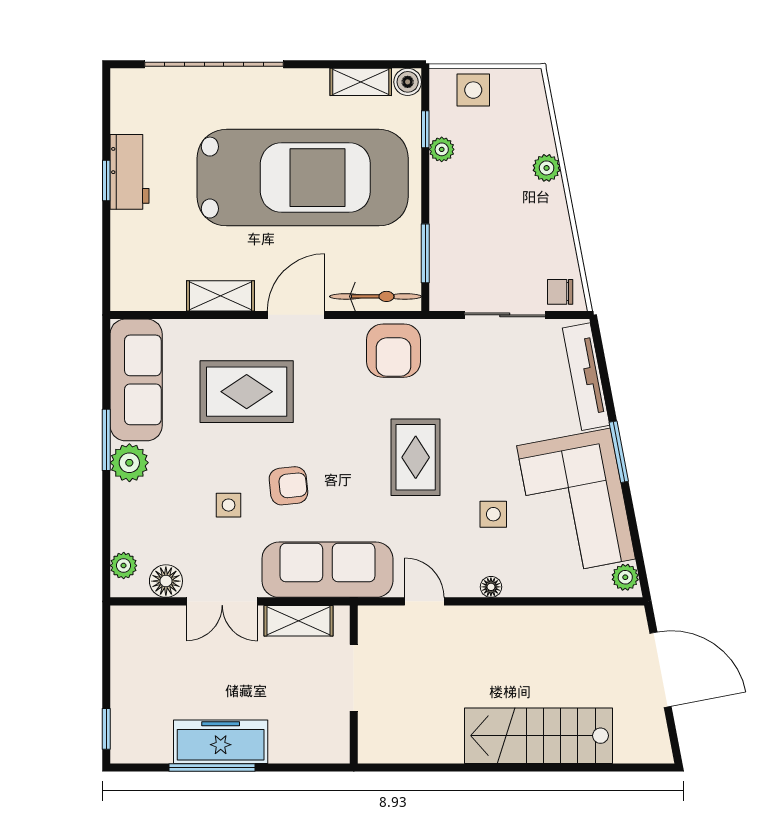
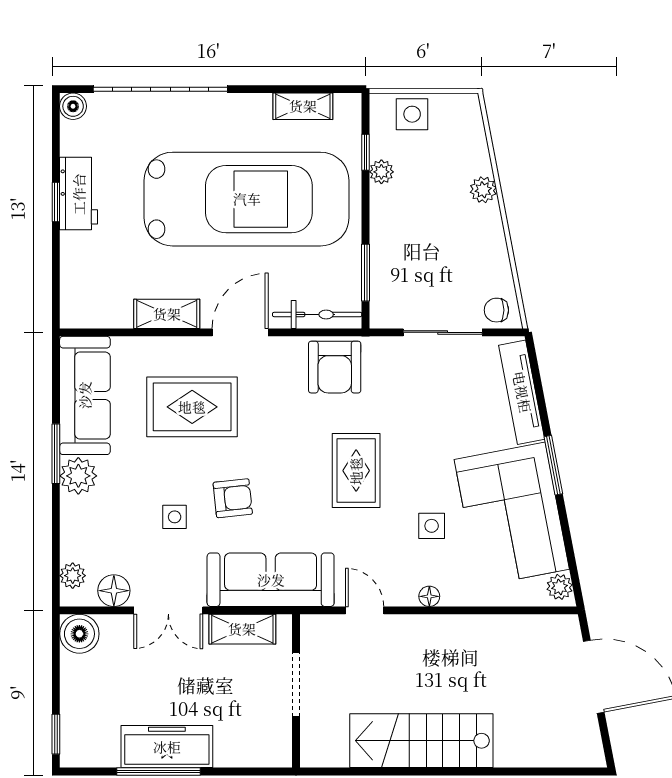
boiler: (408, 82) -> (73, 106), moved
boiler: (130, 625) -> (79, 634), added
stairs: (538, 736) -> (421, 741), moved

